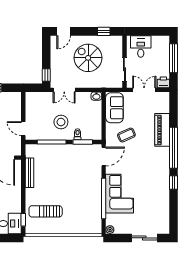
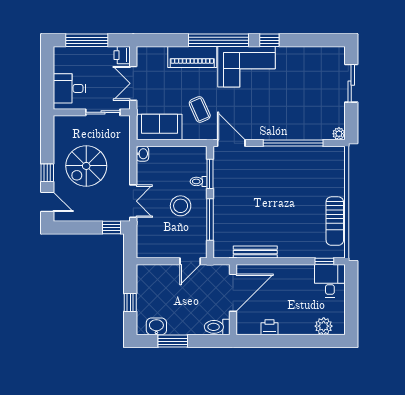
window: (104, 31) -> (47, 173), moved
corner sofa: (120, 194) -> (246, 67), moved, turned 180
sun lounger: (46, 211) -> (335, 221), moved

